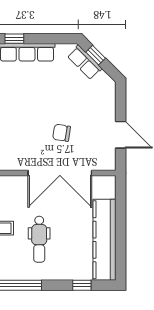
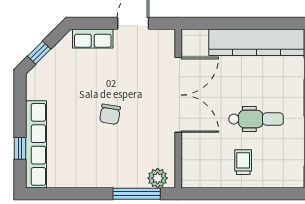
row of seats: (85, 62) -> (93, 38), moved, turned 45
chair: (62, 133) -> (110, 114), moved

